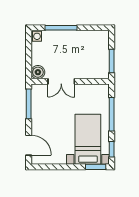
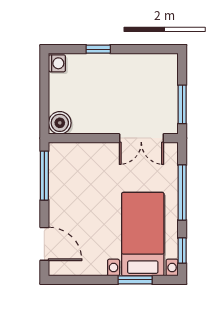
window: (61, 28) -> (98, 49), width x0.46
double door: (61, 81) -> (141, 138), moved
window: (96, 167) -> (135, 280), moved

